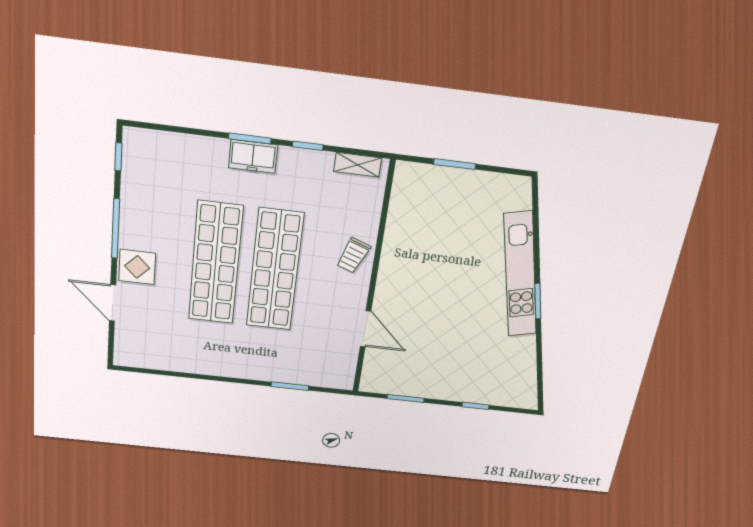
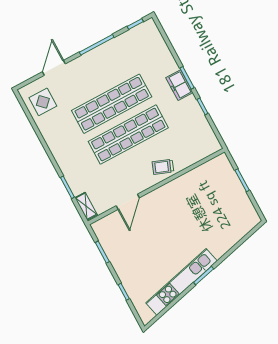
shelving: (358, 165) -> (86, 206), moved
display table: (137, 267) -> (43, 102), moved
kitchen unit: (520, 275) -> (182, 282), moved

